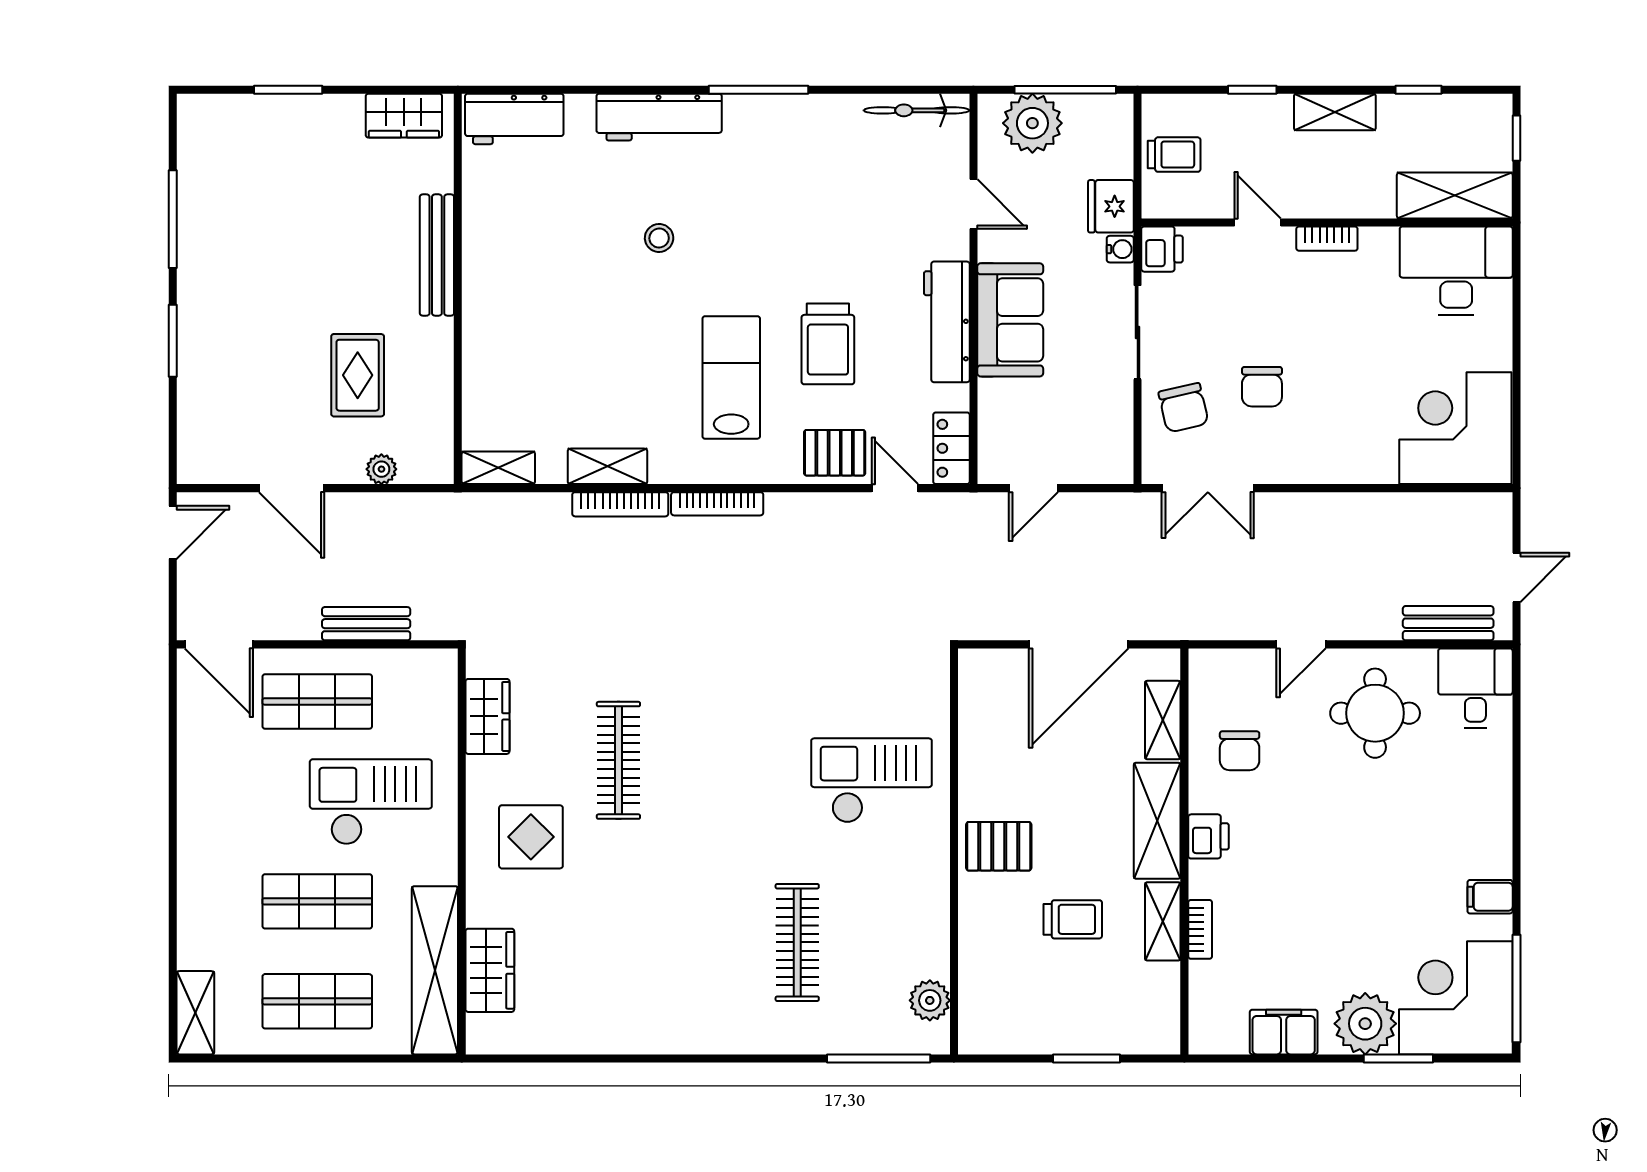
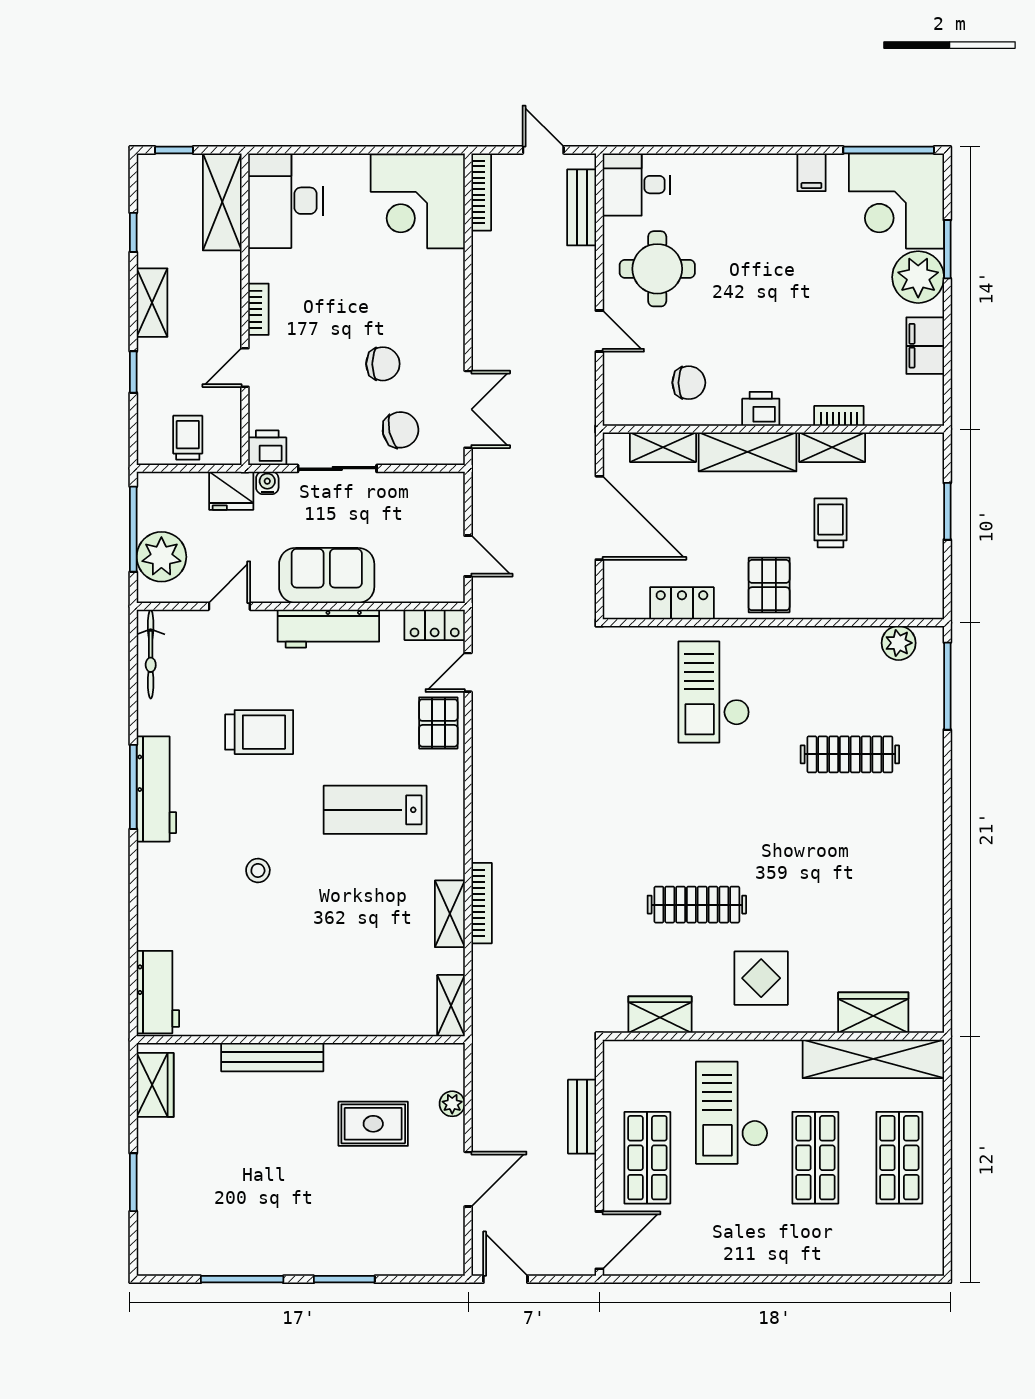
workbench: (659, 117) -> (156, 789), moved
trolley: (828, 344) -> (259, 732), moved
bookcase: (717, 504) -> (481, 192), moved
locker: (977, 743) -> (682, 603), added
shelving: (195, 1013) -> (909, 1260), removed

